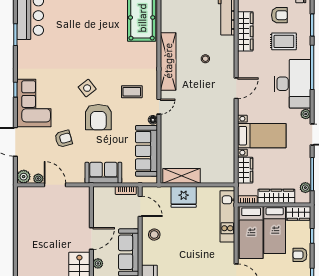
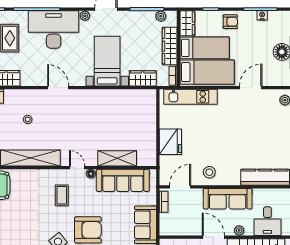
shelving: (182, 176) -> (117, 158), moved, turned 90
armchair: (300, 255) -> (230, 22), turned -90

